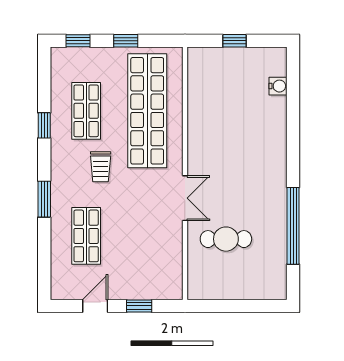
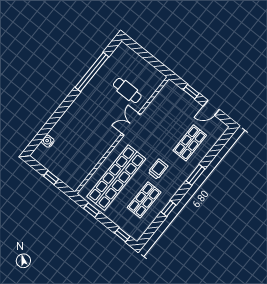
window: (126, 41) -> (92, 210), moved

